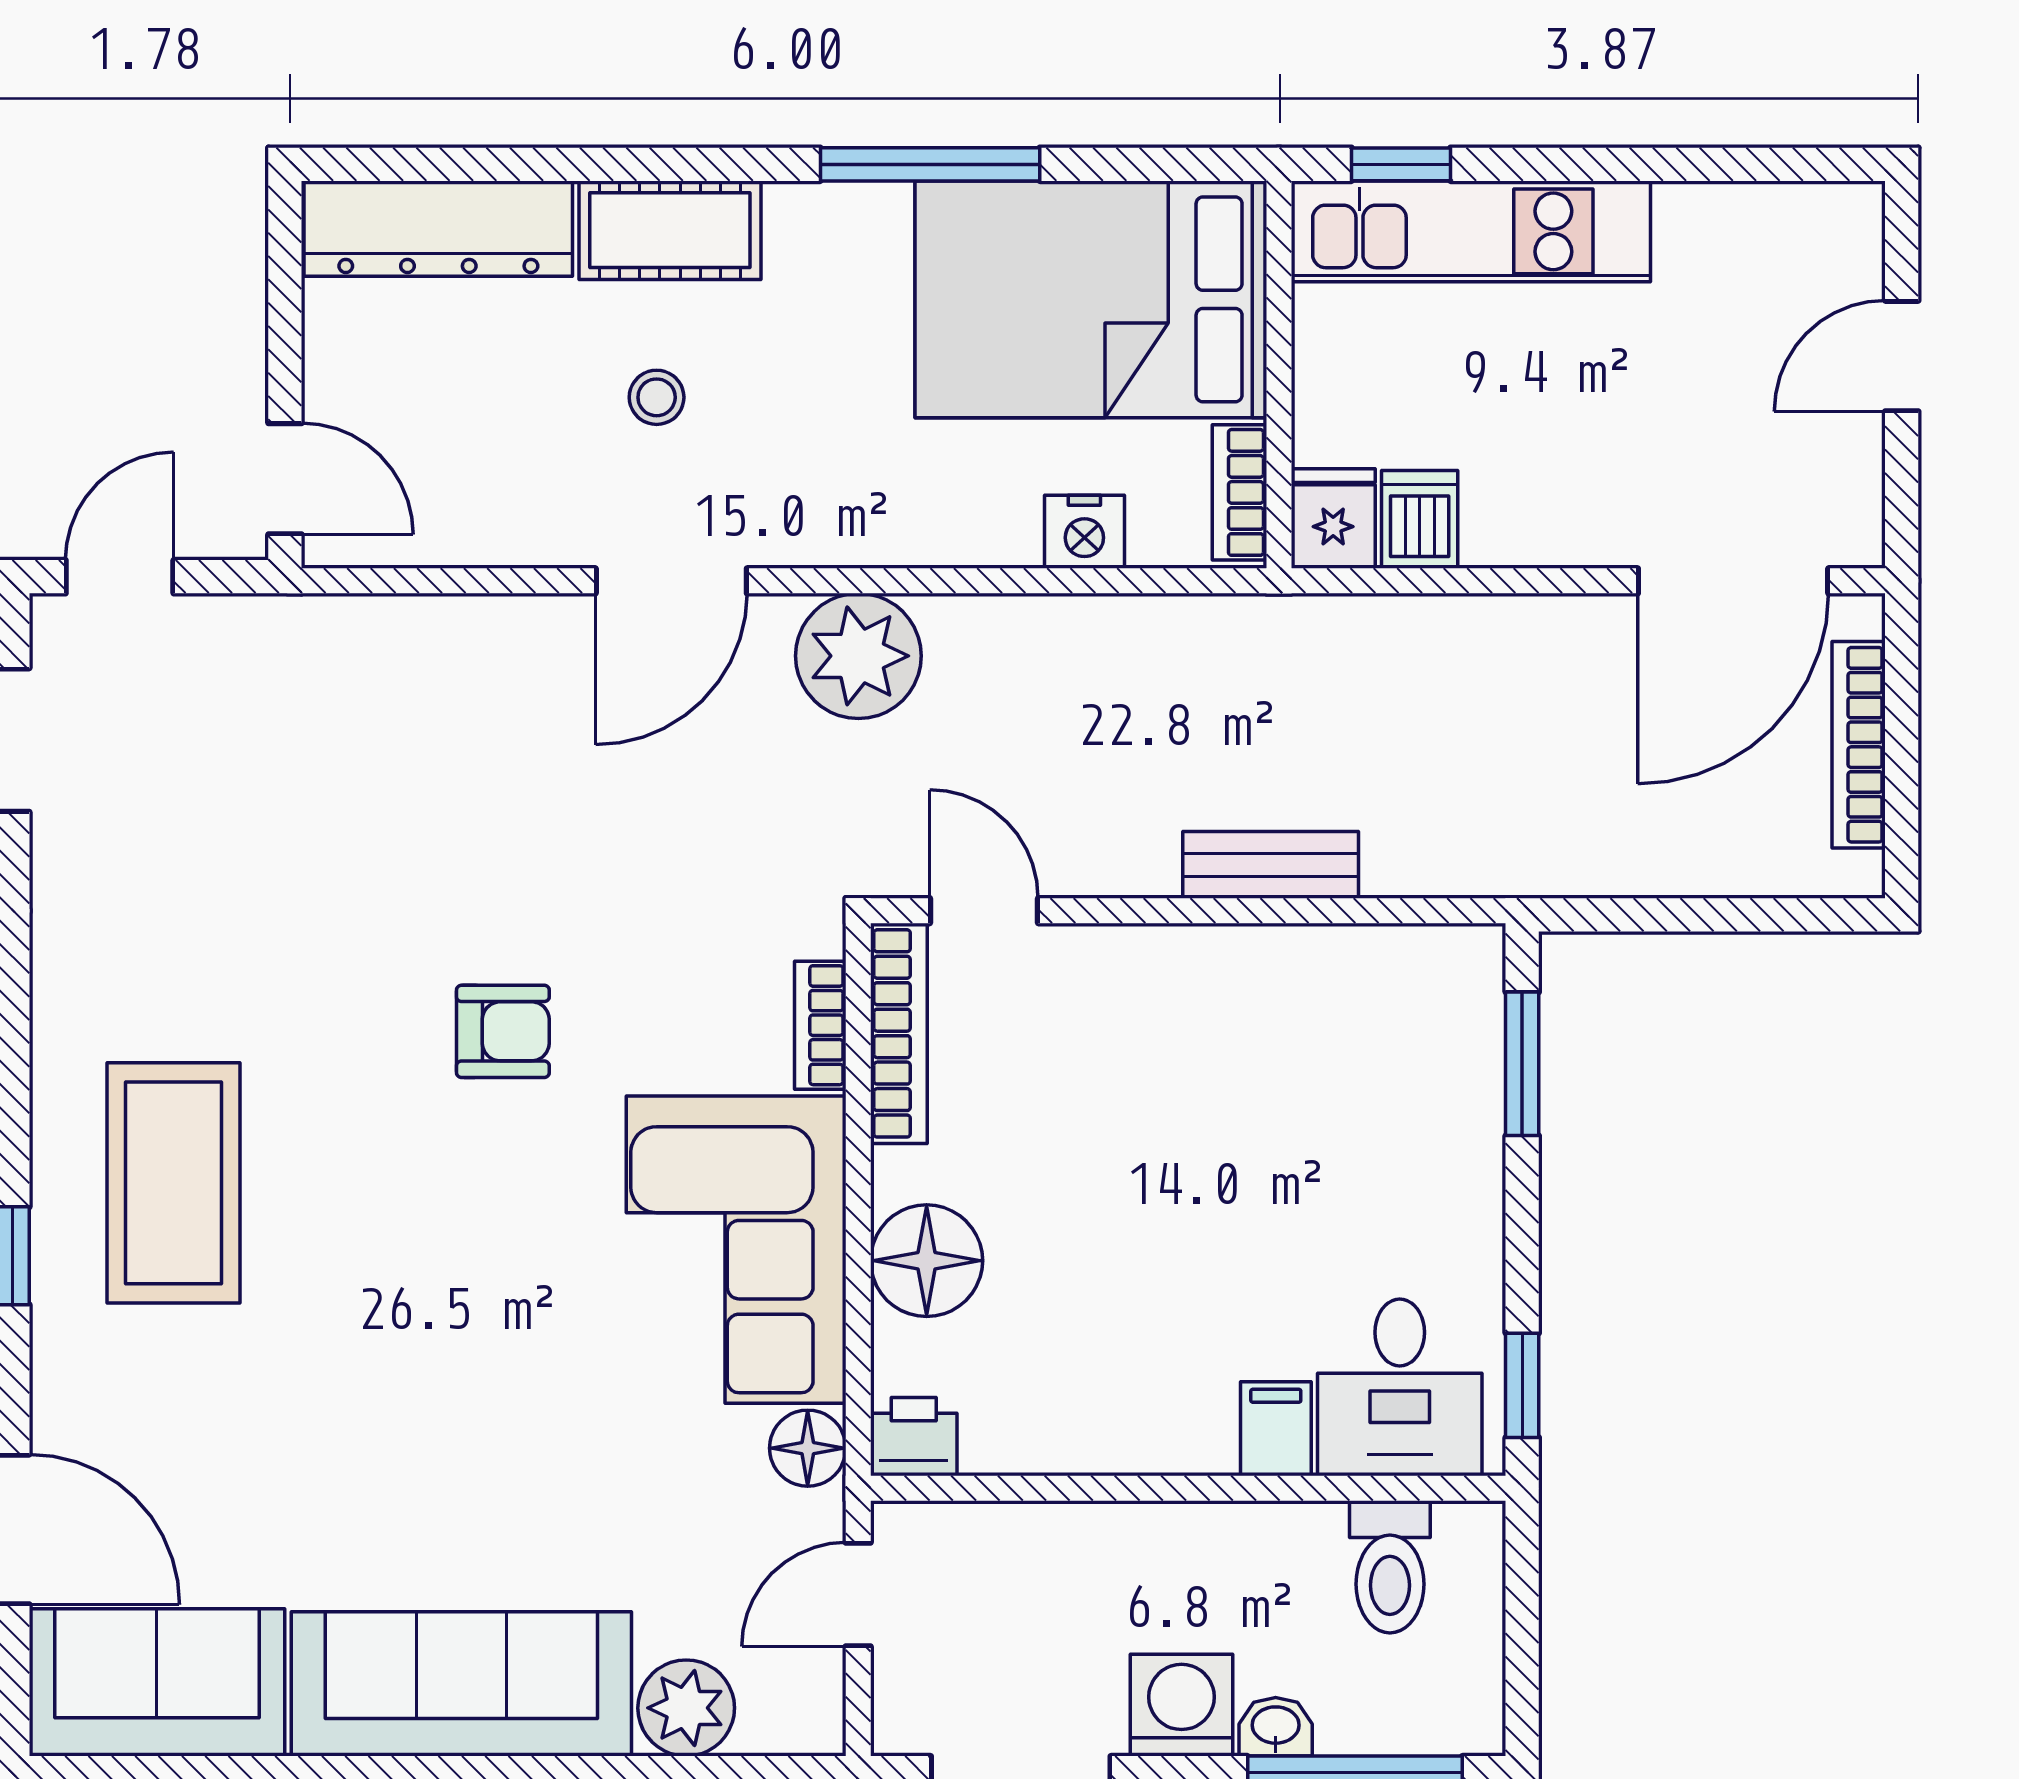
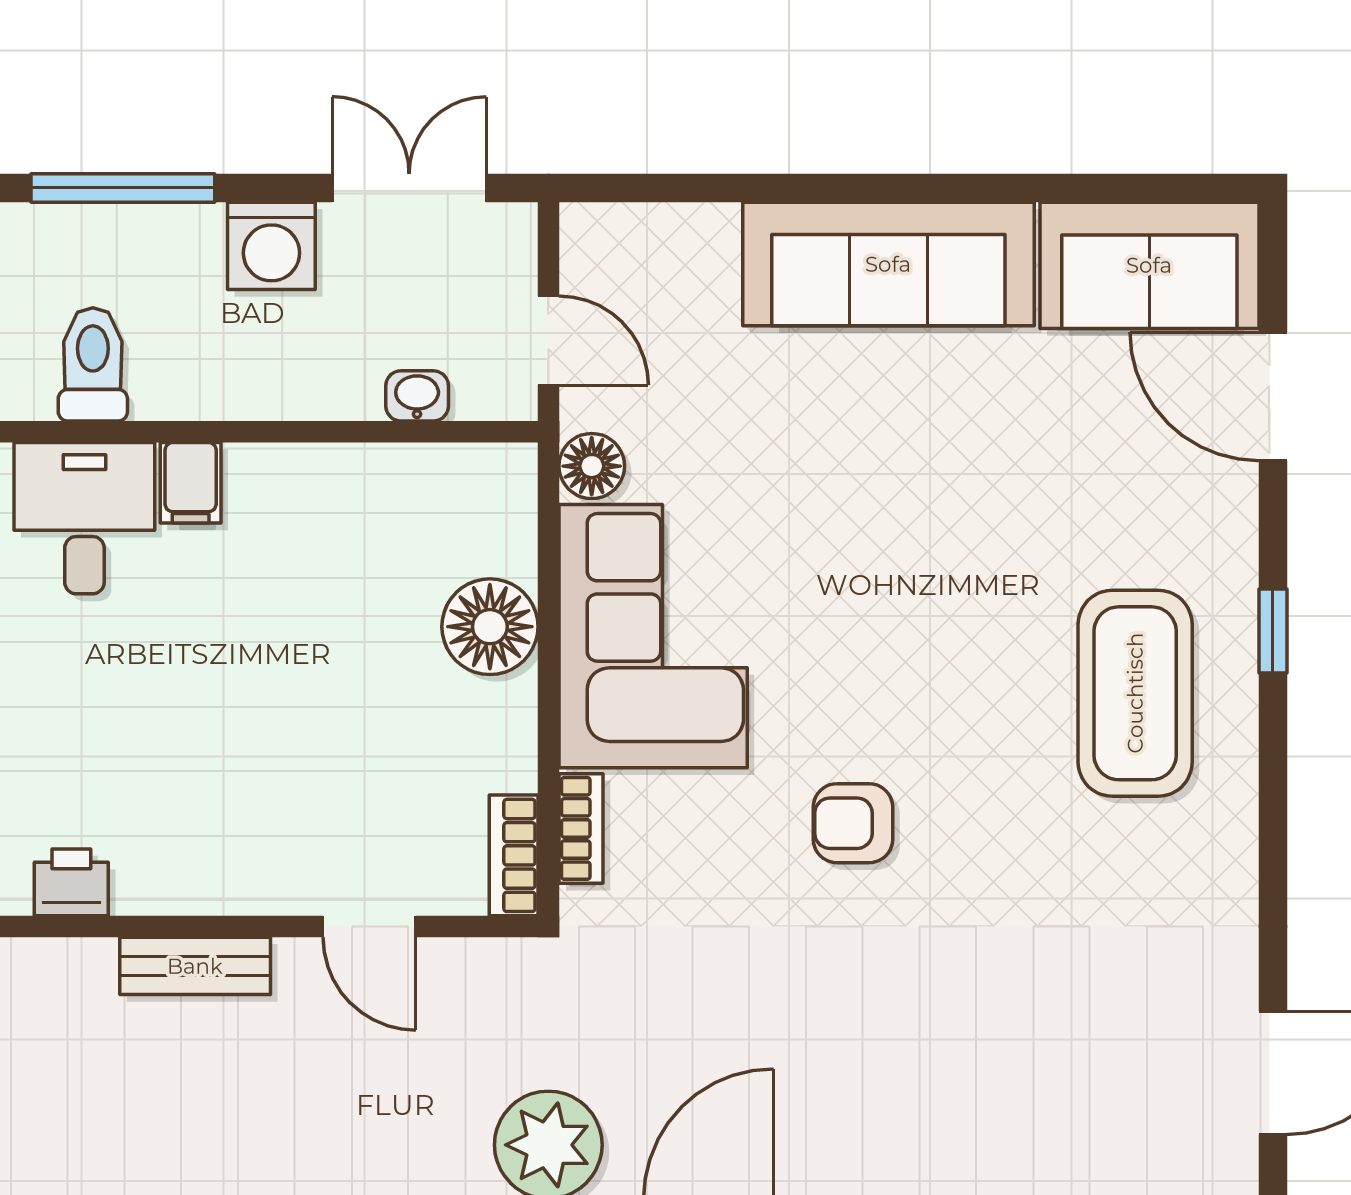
door: (984, 911) -> (369, 927), moved
bookcase: (899, 1033) -> (514, 855), width x0.64
printer: (914, 1437) -> (71, 882), moved, turned 180
door: (858, 1595) -> (548, 341), hinge flipped
plant: (686, 1708) -> (696, 243), removed
washbasin: (1276, 1727) -> (417, 396), moved, turned 180

